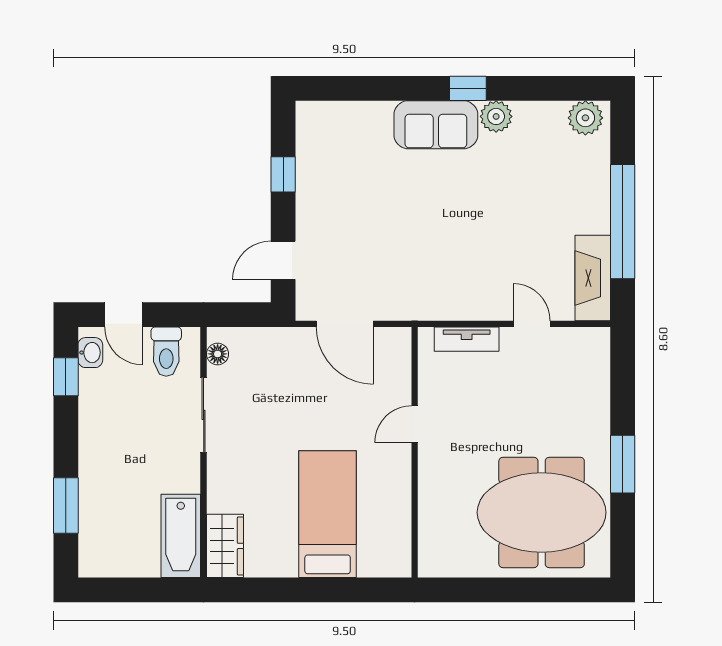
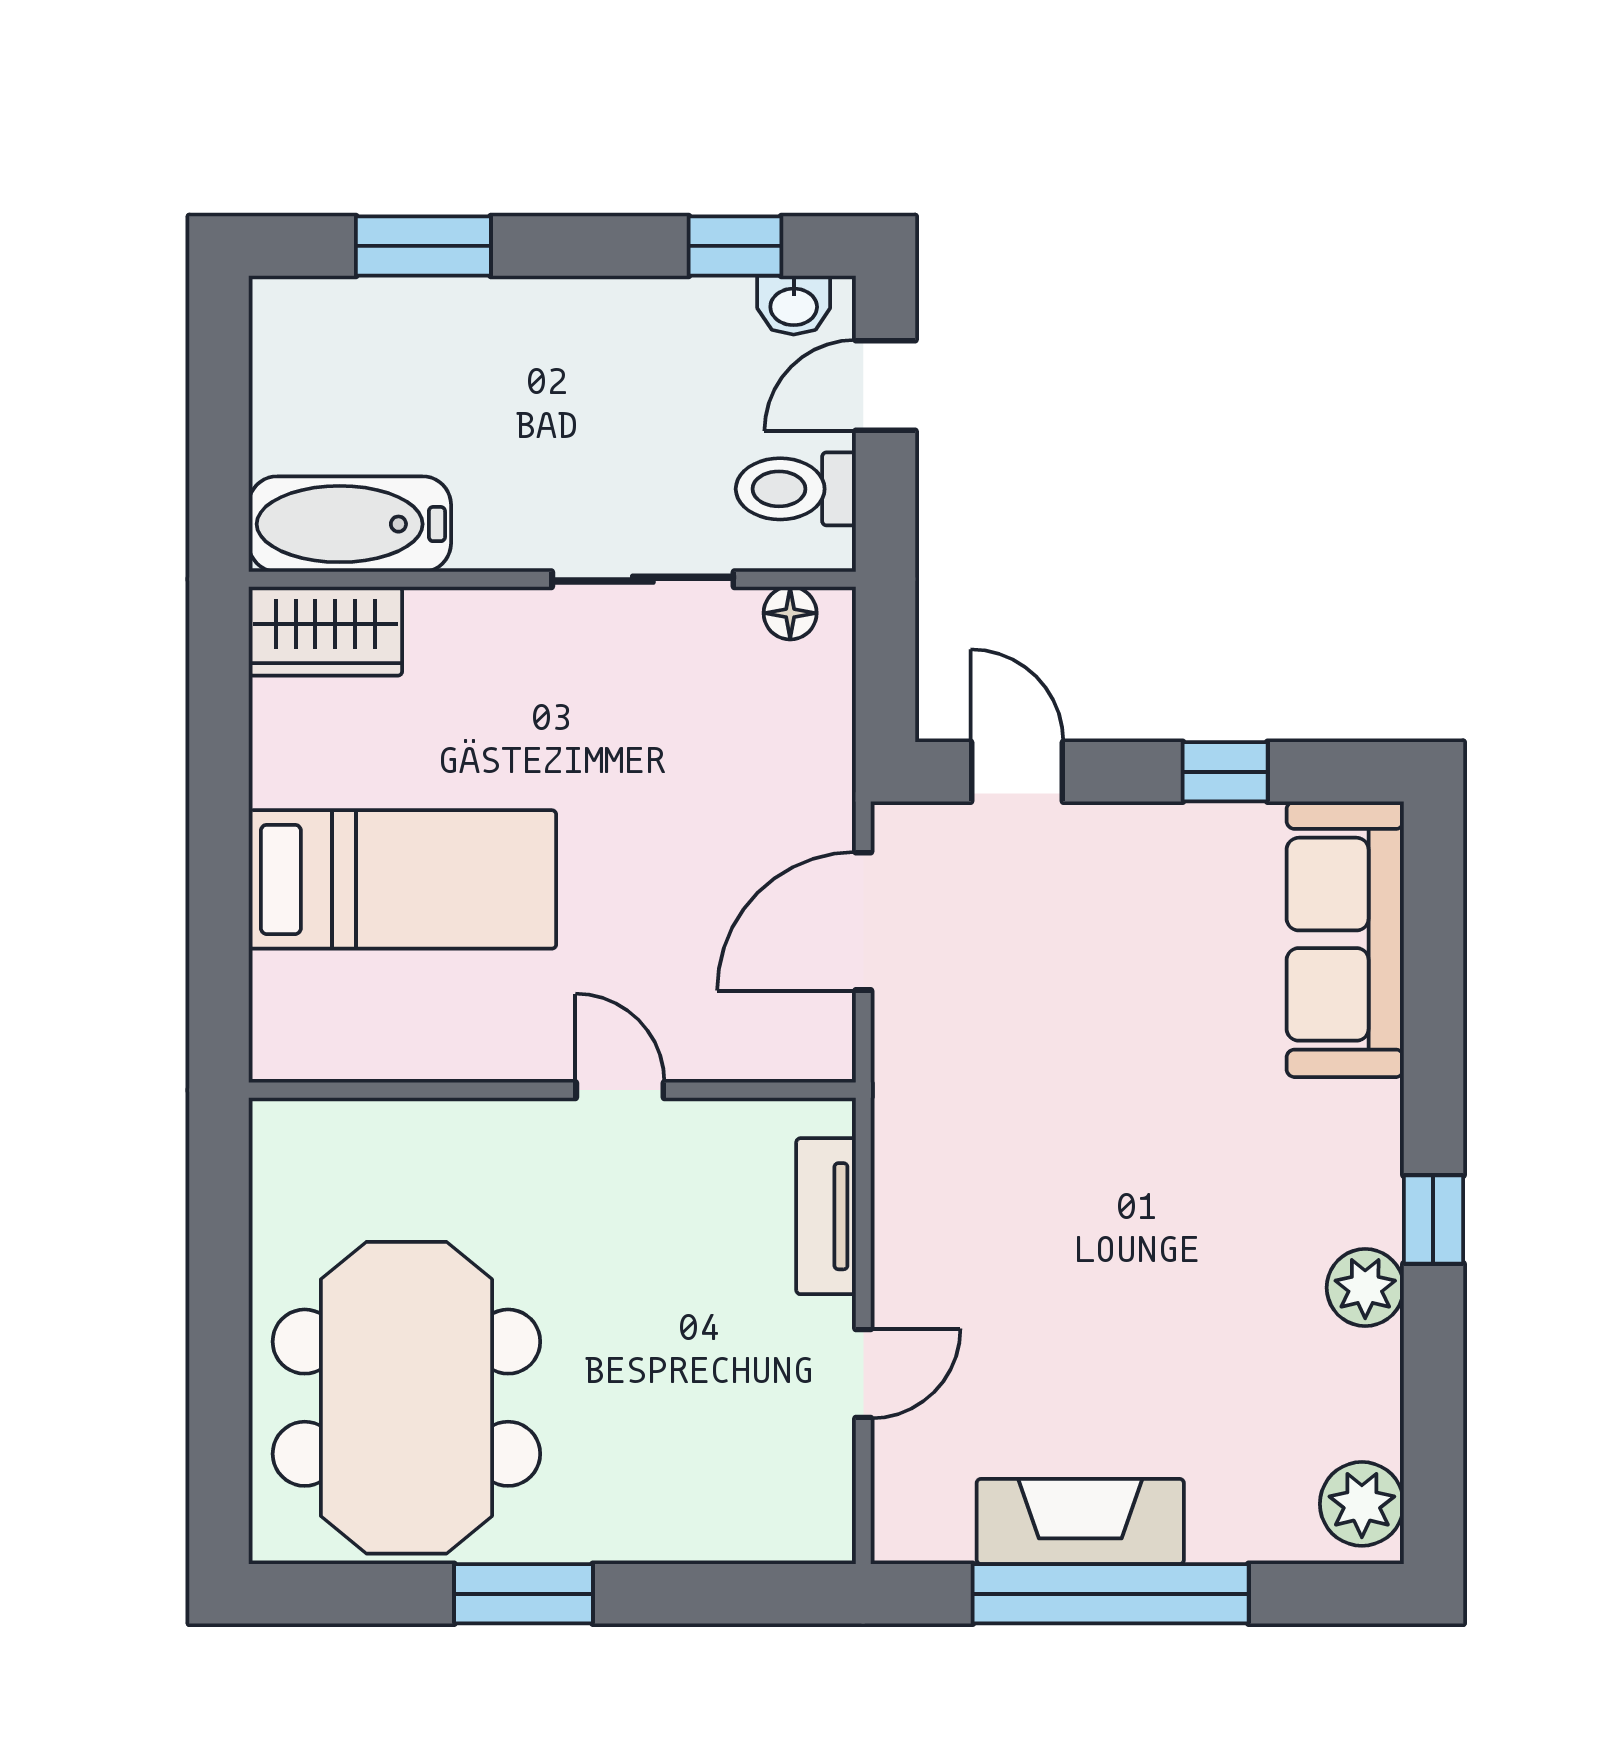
sofa: (436, 125) -> (1345, 939), moved, width x1.36
fireplace: (593, 278) -> (1080, 1521), moved

